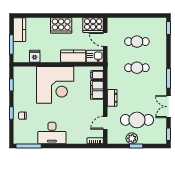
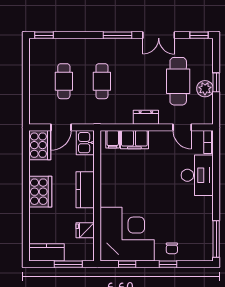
kitchen counter: (73, 56) -> (85, 190), moved
corner desk: (55, 85) -> (127, 234), moved
desk: (52, 133) -> (197, 175), moved

